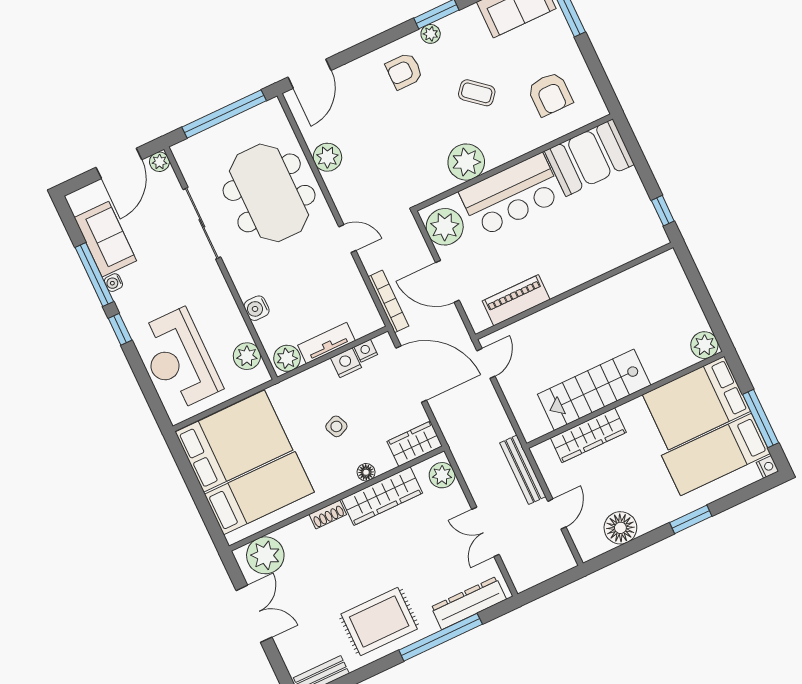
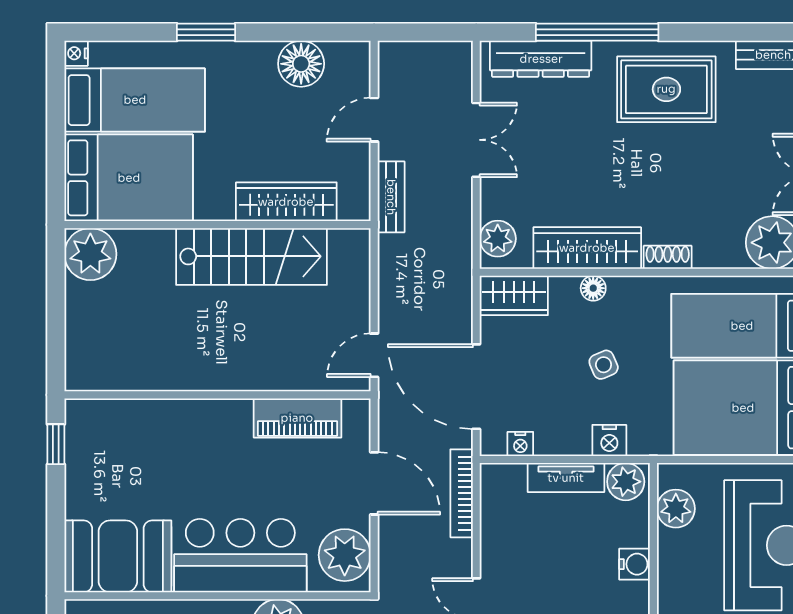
plant: (704, 345) -> (90, 254), width x1.36, depth x1.36
nightstand: (346, 363) -> (609, 441), moved
window: (761, 419) -> (56, 119), removed
bench: (523, 470) -> (391, 197), width x0.73

